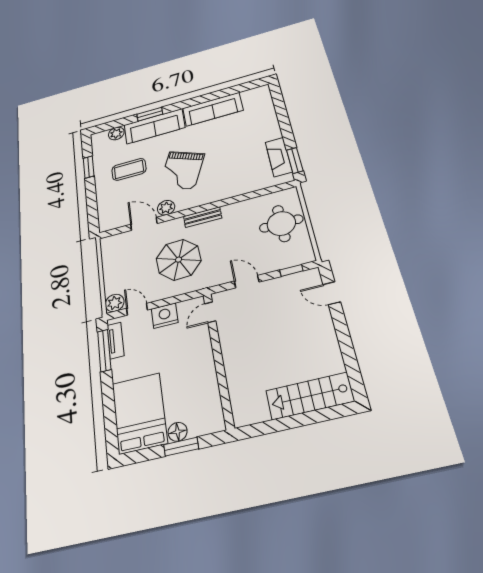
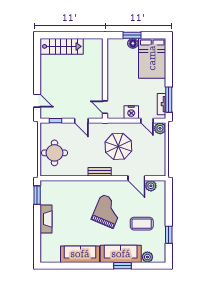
fireplace: (279, 157) -> (46, 219), moved
plant: (166, 208) -> (151, 186), moved
door: (210, 312) -> (105, 107), swing flipped

